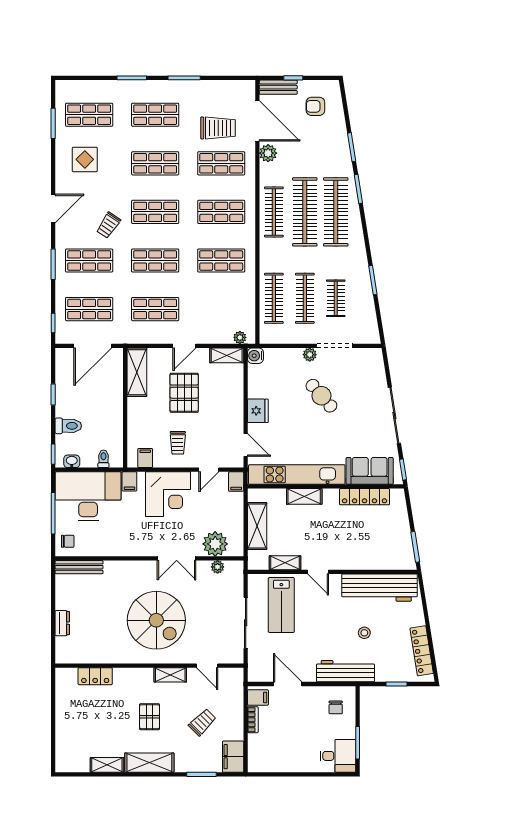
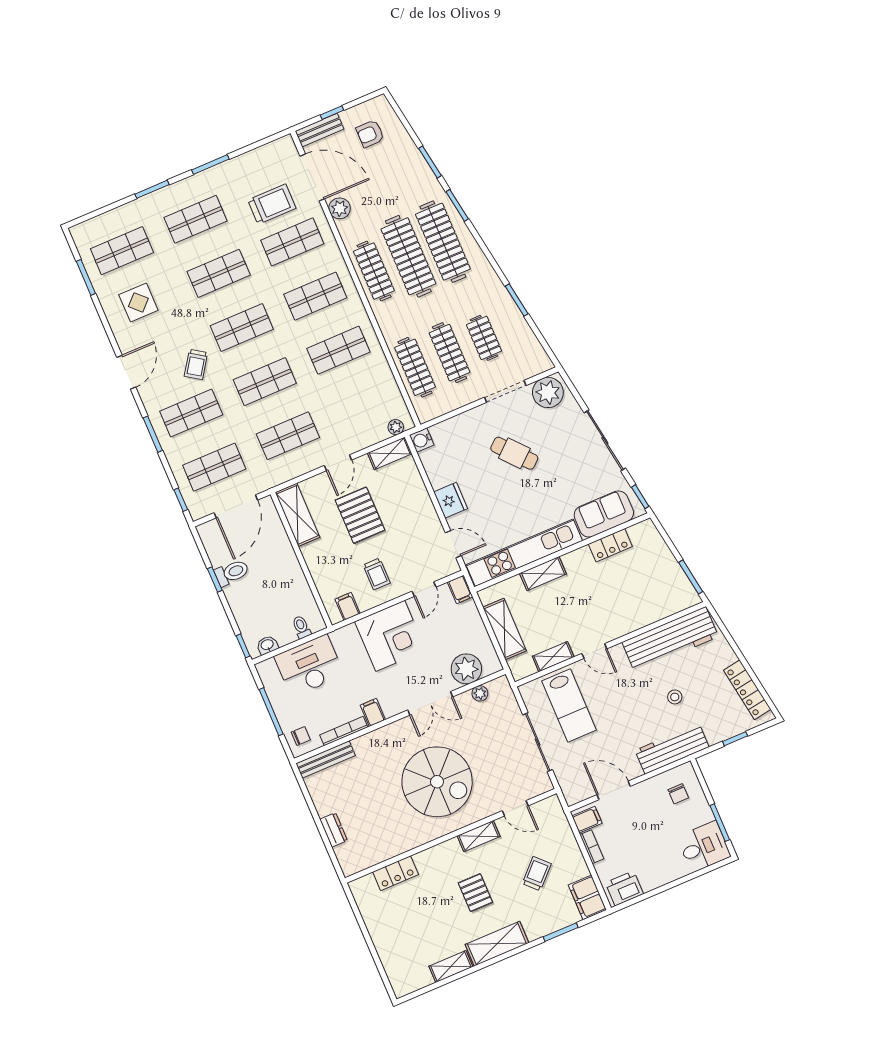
plant: (310, 355) -> (548, 392), moved, width x1.88, depth x1.88
toilet: (68, 426) -> (232, 573), moved
filing cabinet: (129, 481) -> (373, 712), moved, turned 180
desk: (88, 496) -> (309, 666), width x0.73, depth x0.77
locker: (365, 497) -> (610, 545), width x0.66
bookcase: (102, 551) -> (344, 731), added
printer: (264, 762) -> (624, 888), added

